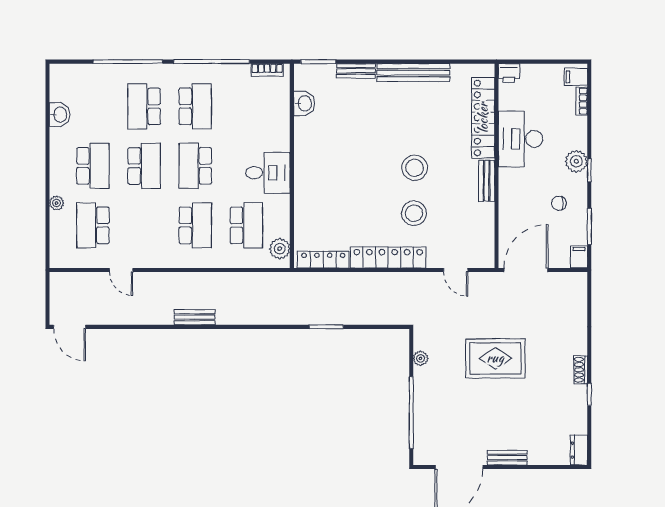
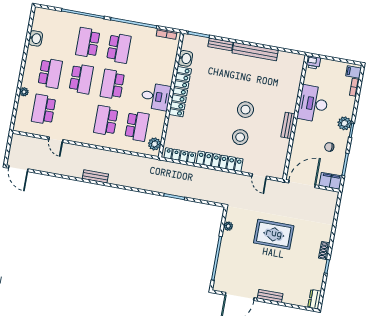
locker: (483, 118) -> (180, 92), moved, turned 180
school desk: (195, 225) -> (106, 121), turned 180
filing cabinet: (579, 257) -> (331, 181), width x2.00

